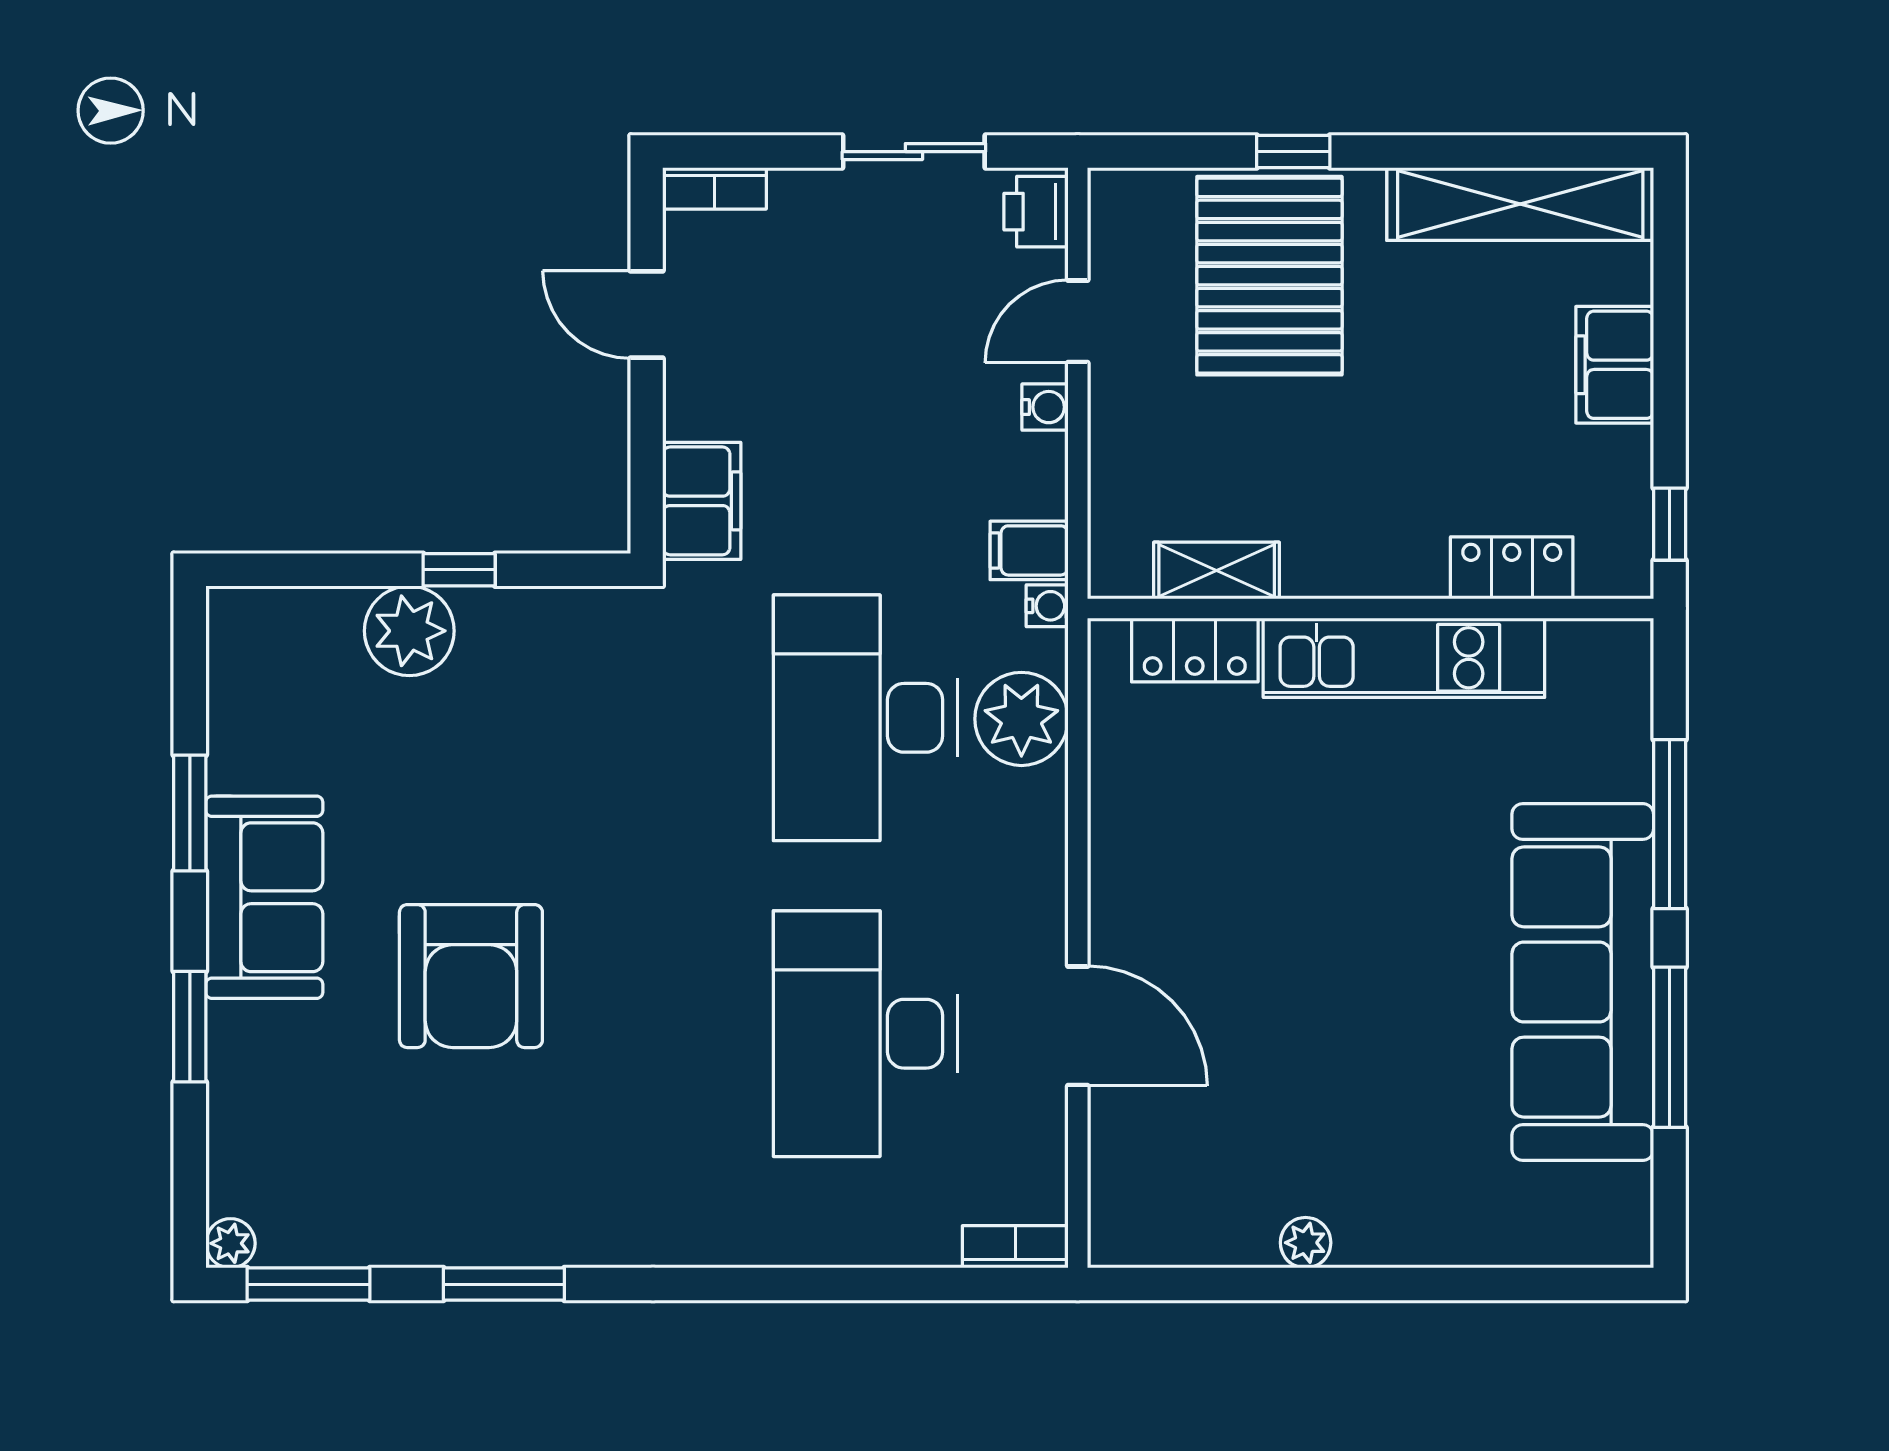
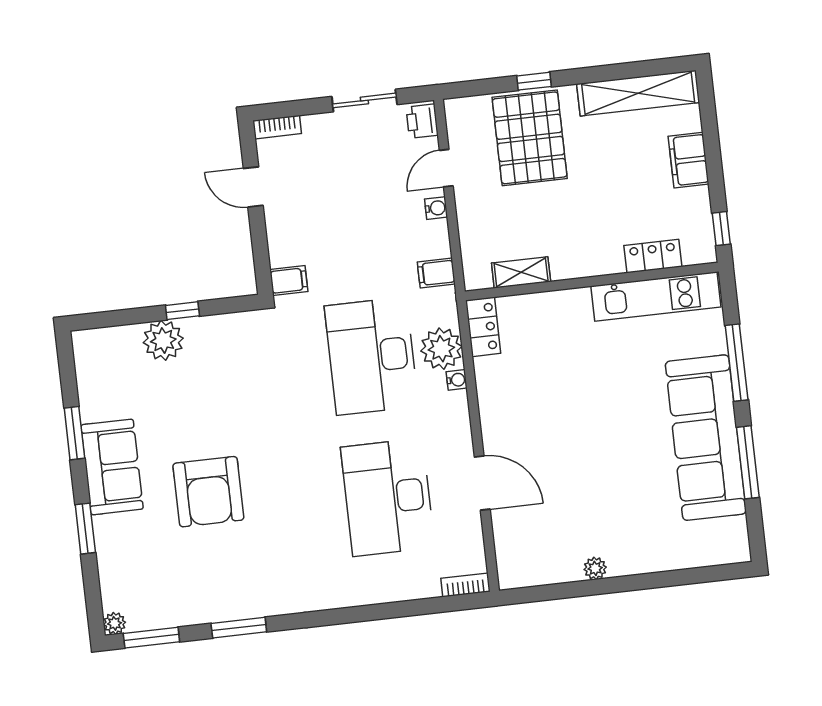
filing cabinet: (702, 501) -> (289, 281), width x0.50
water cooler: (1047, 606) -> (457, 380), moved
locker: (1195, 650) -> (483, 327), moved, turned -90
kitchen unit: (1404, 658) -> (656, 296), moved

